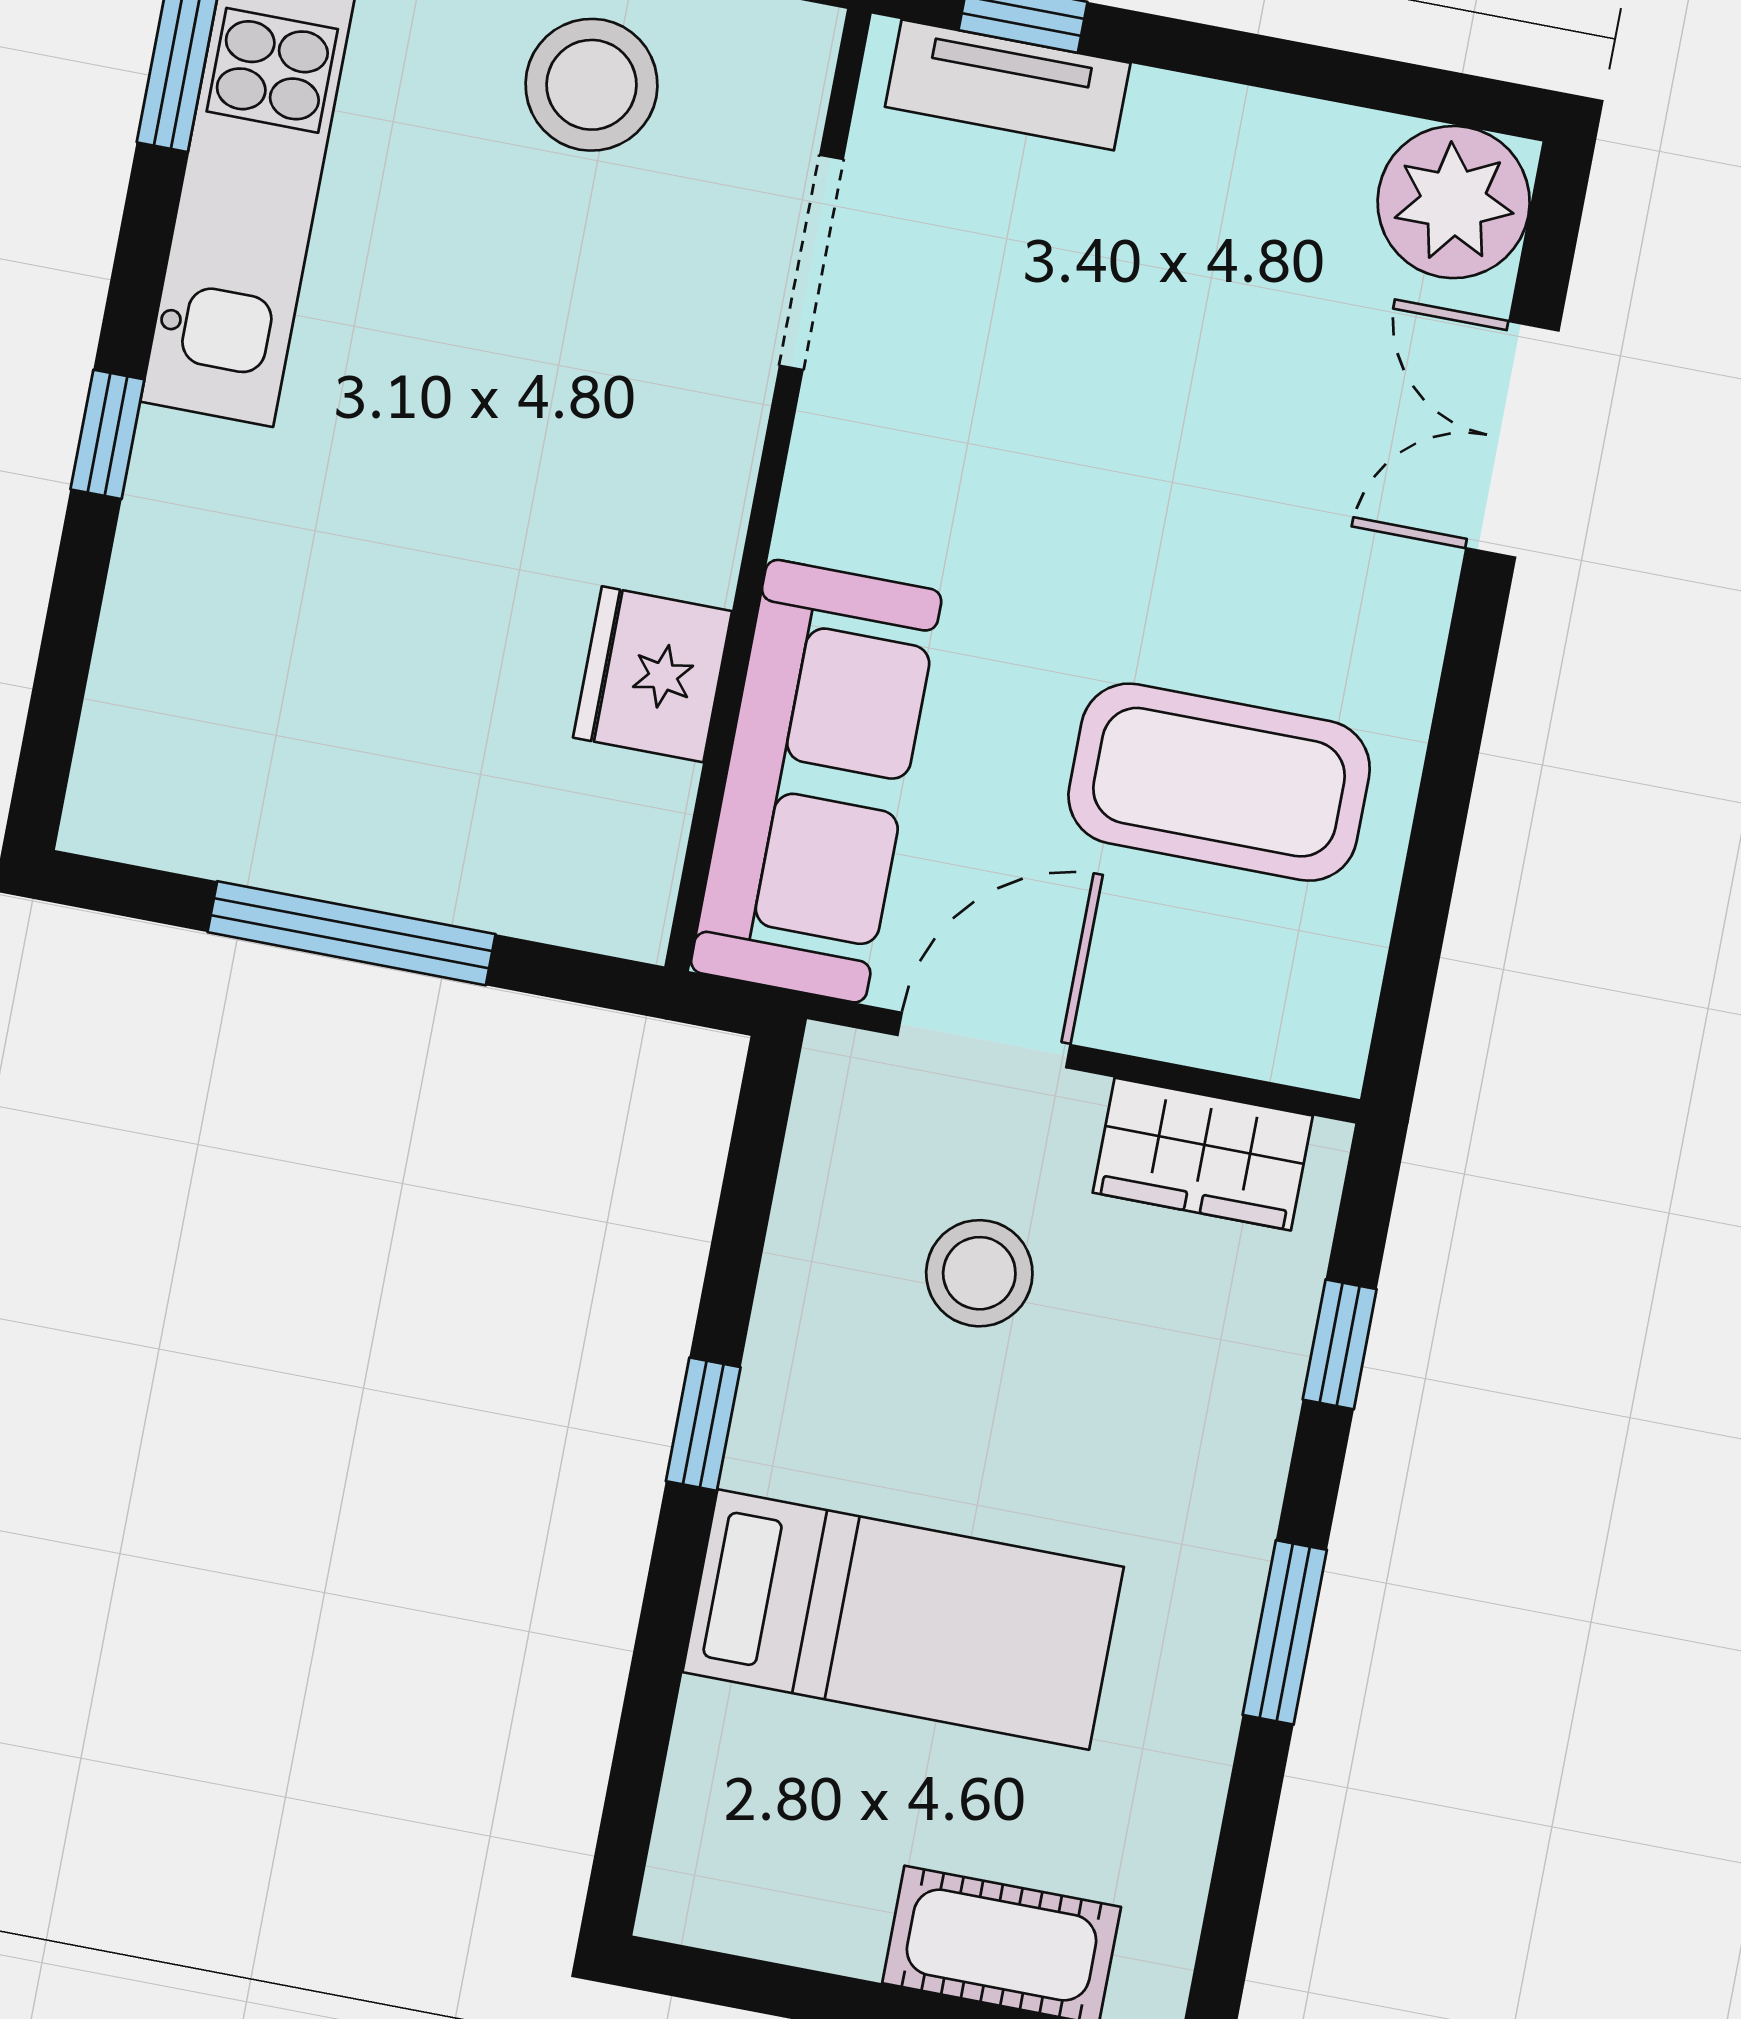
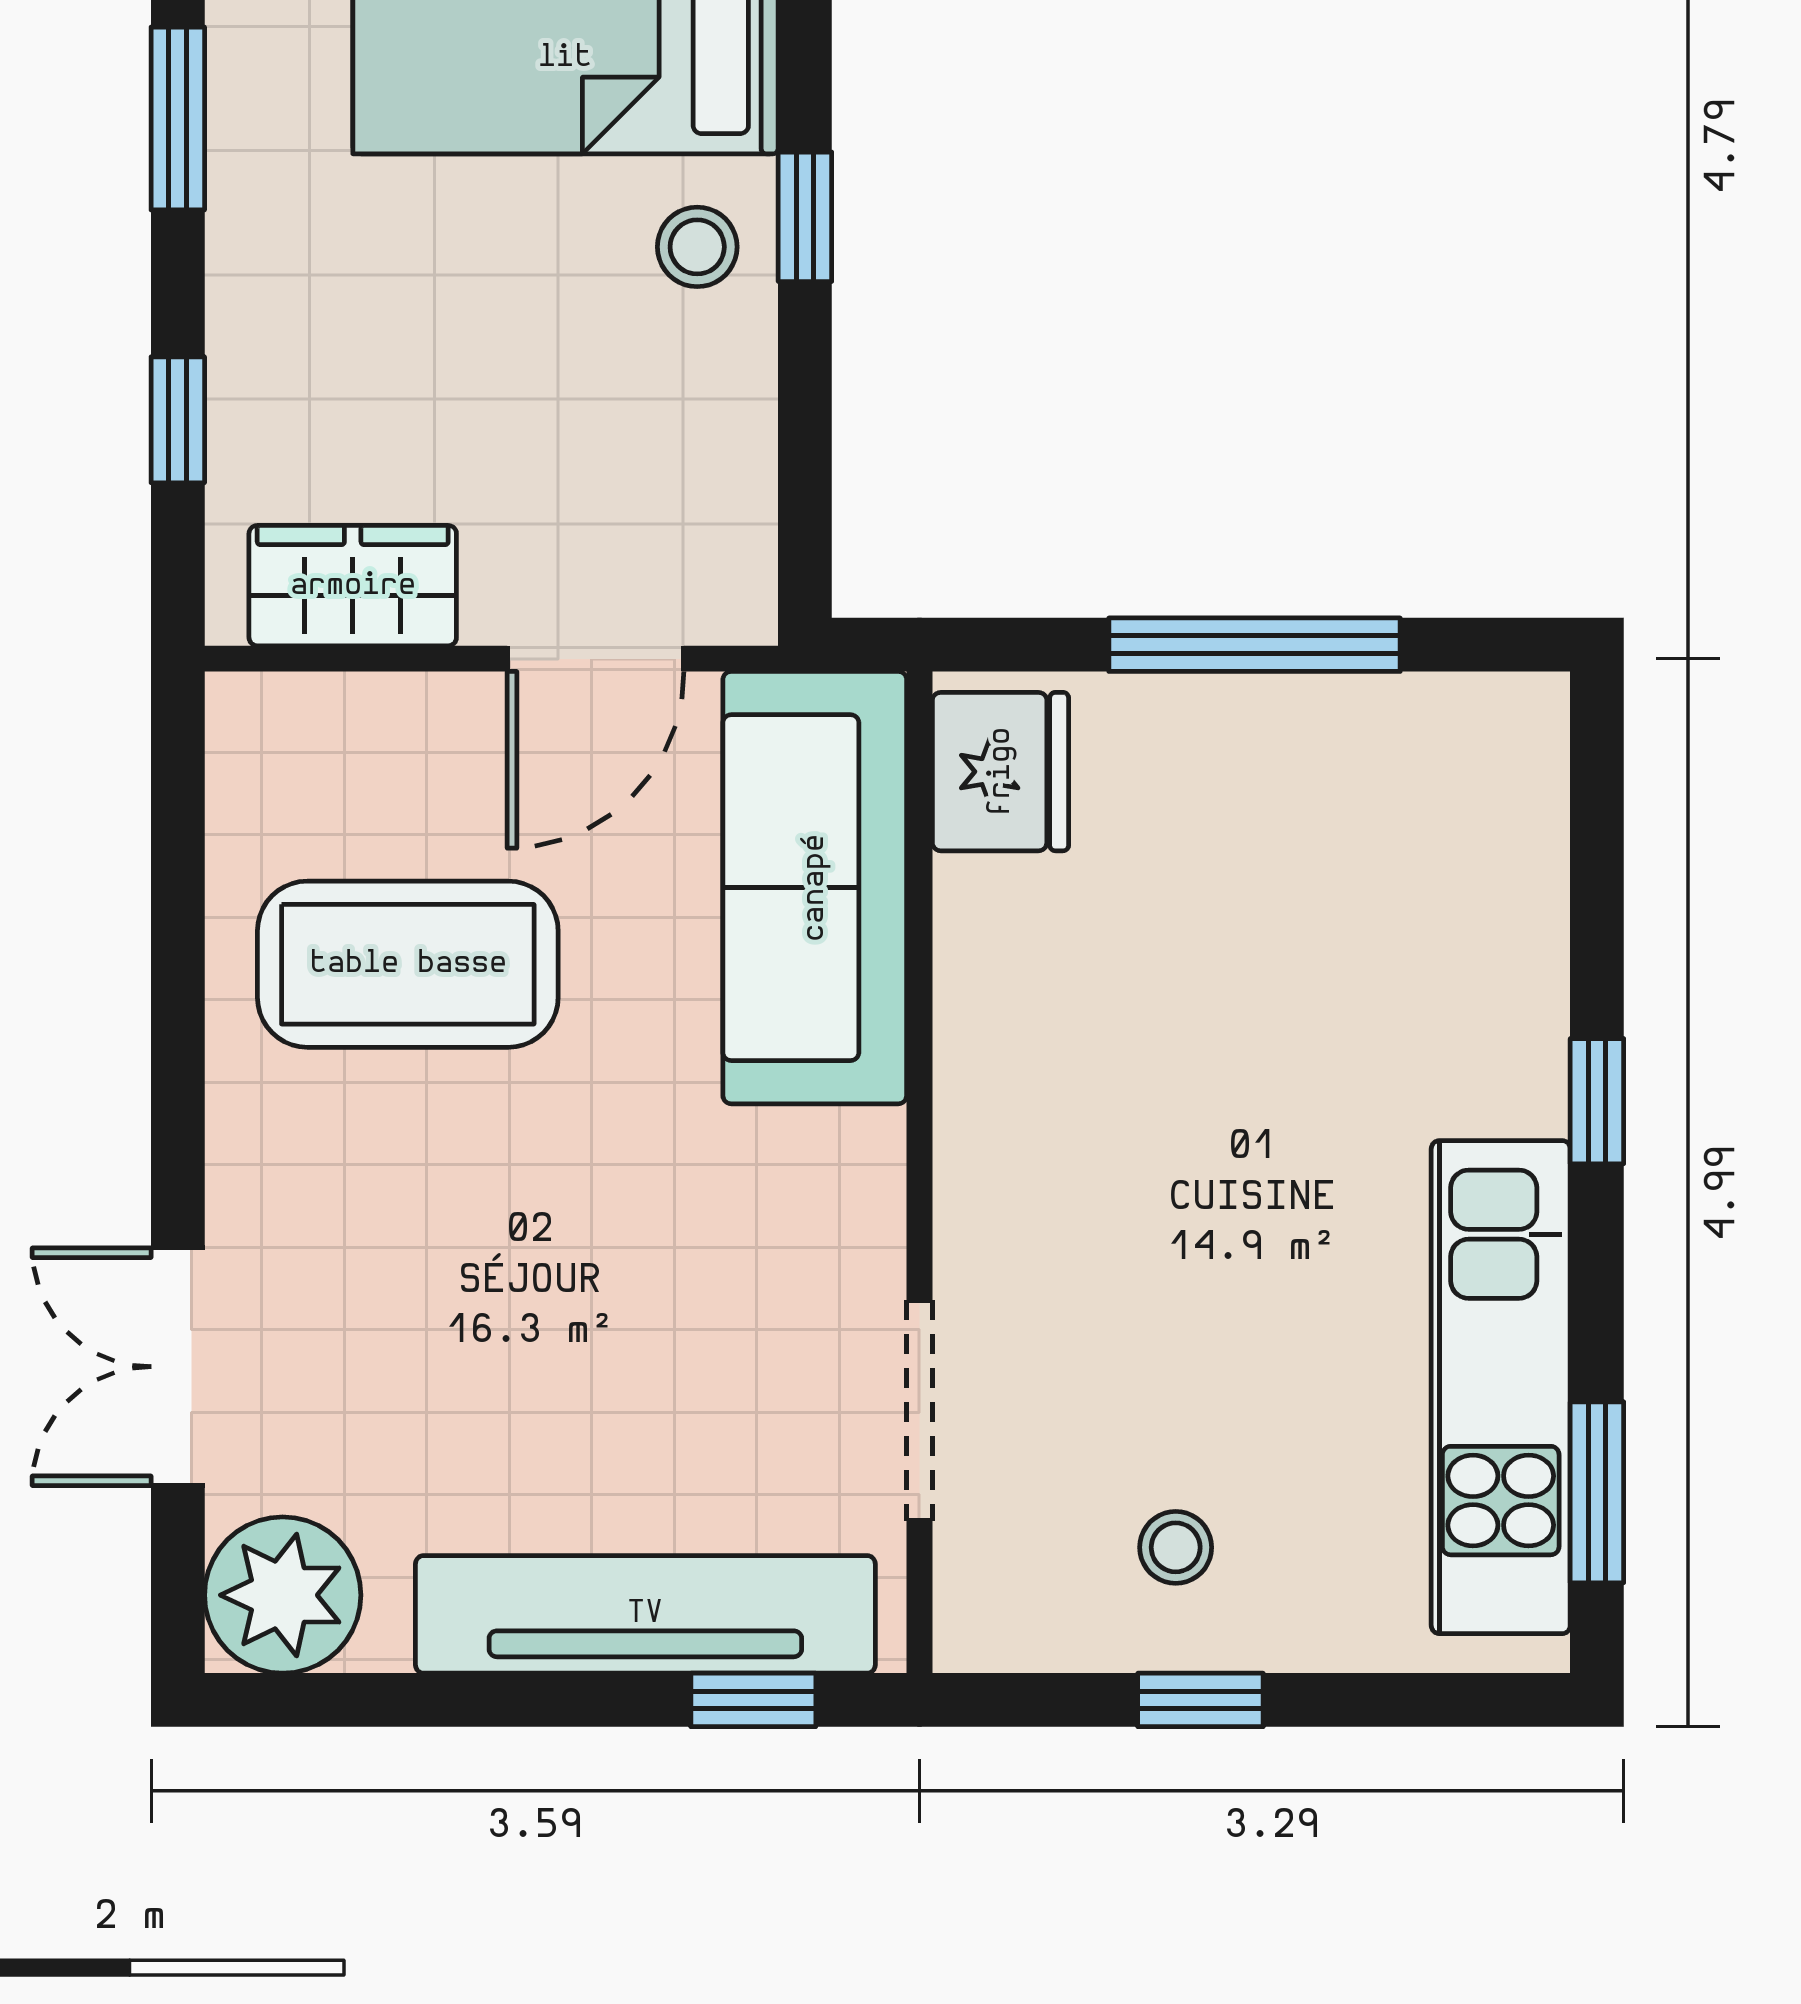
stool: (592, 85) -> (1176, 1547), width x0.53, depth x0.53
tv unit: (1008, 85) -> (645, 1614), width x1.92, depth x1.29
double door: (1512, 439) -> (178, 1367), swing flipped
fridge: (653, 674) -> (1001, 772), moved
stool: (979, 1273) -> (697, 247), moved, width x0.73, depth x0.73

